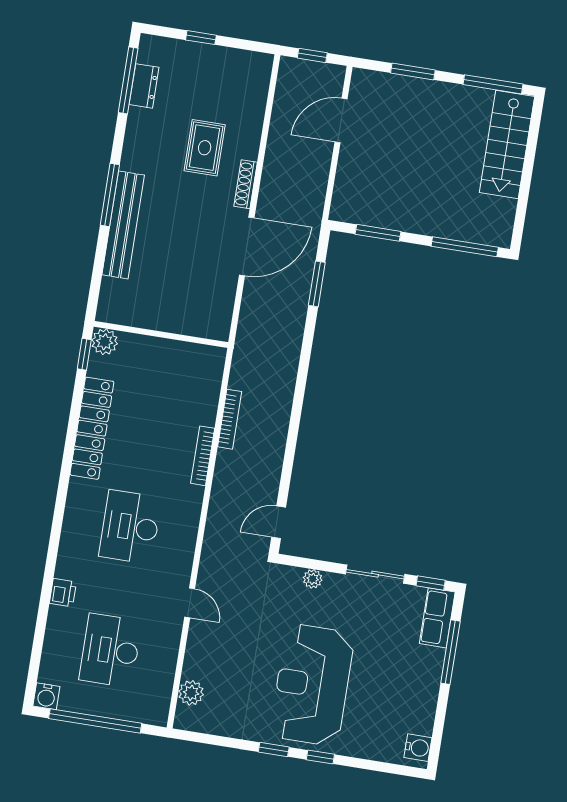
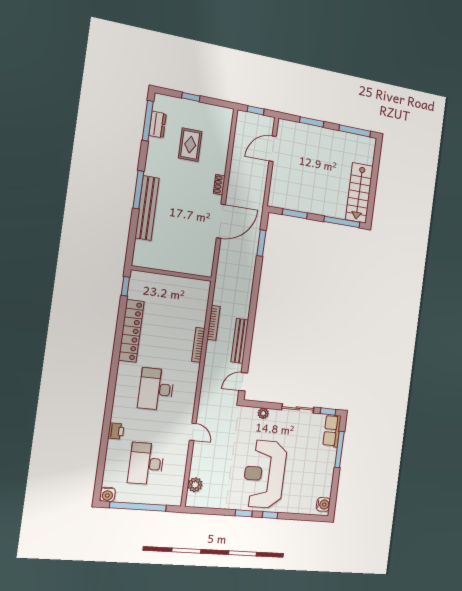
stairs: (507, 144) -> (359, 193), moved
rug: (205, 148) -> (190, 145), moved
shoe rack: (246, 184) -> (219, 185), width x0.70
plant: (105, 342) -> (138, 278), removed
bench: (274, 452) -> (240, 341), added

